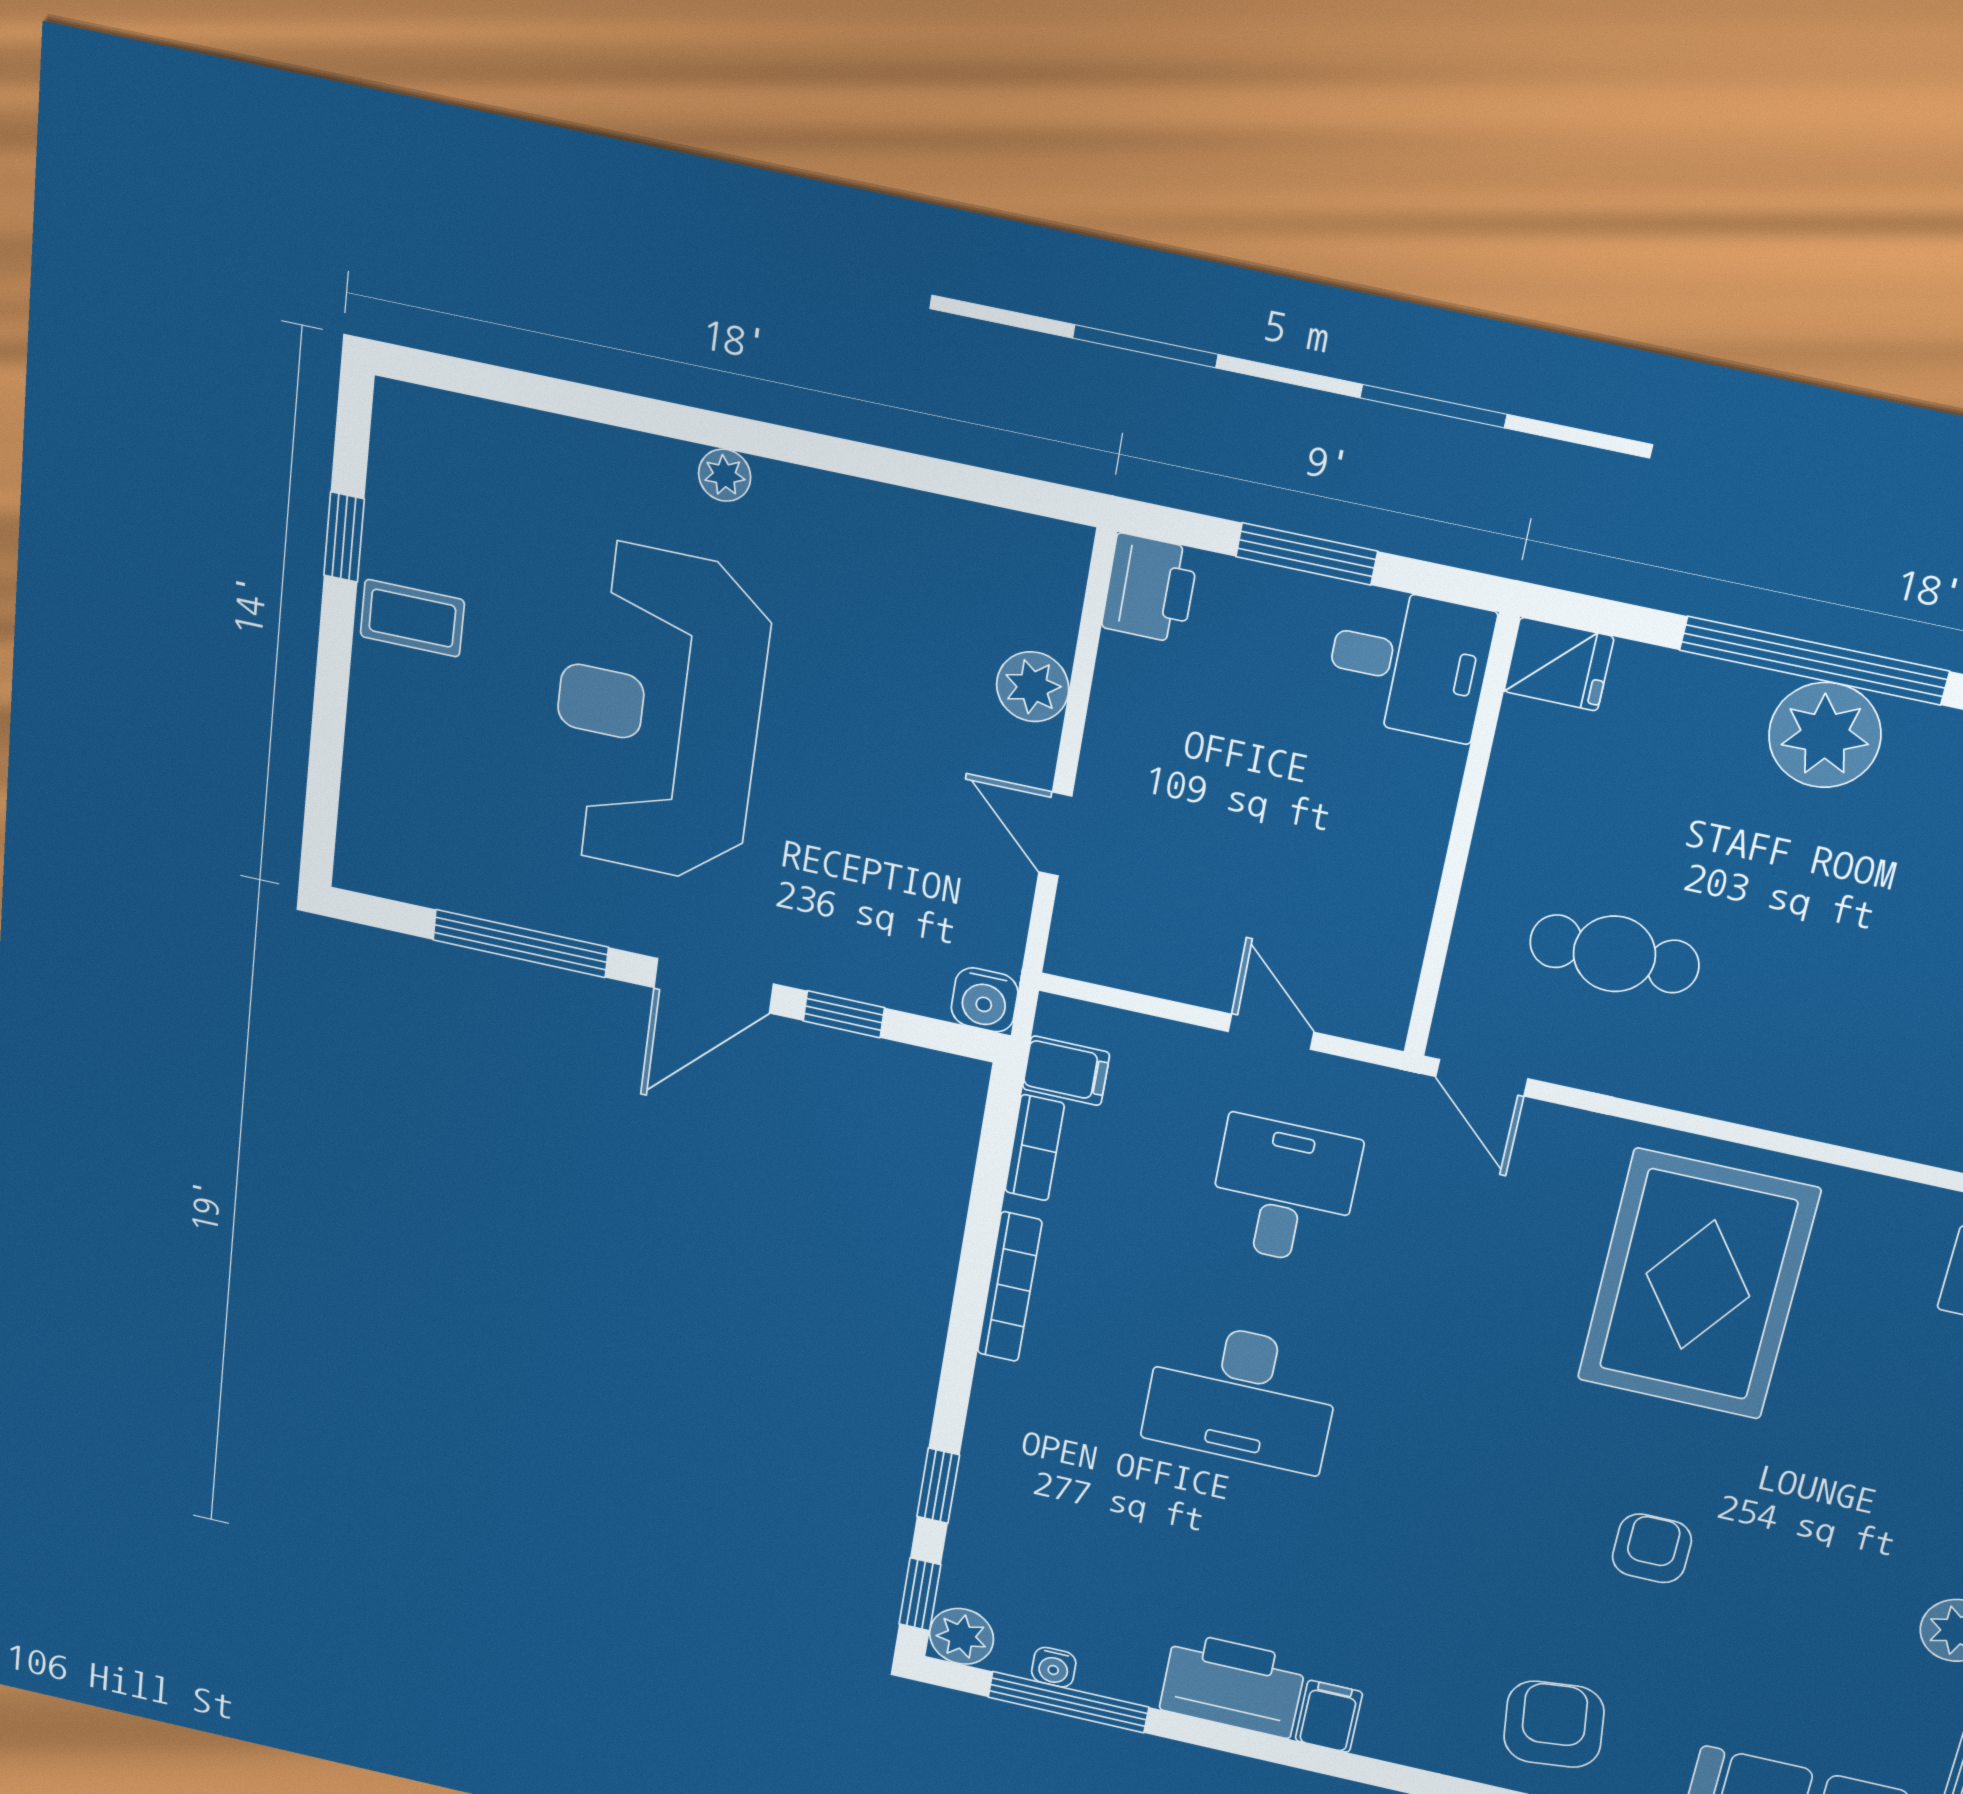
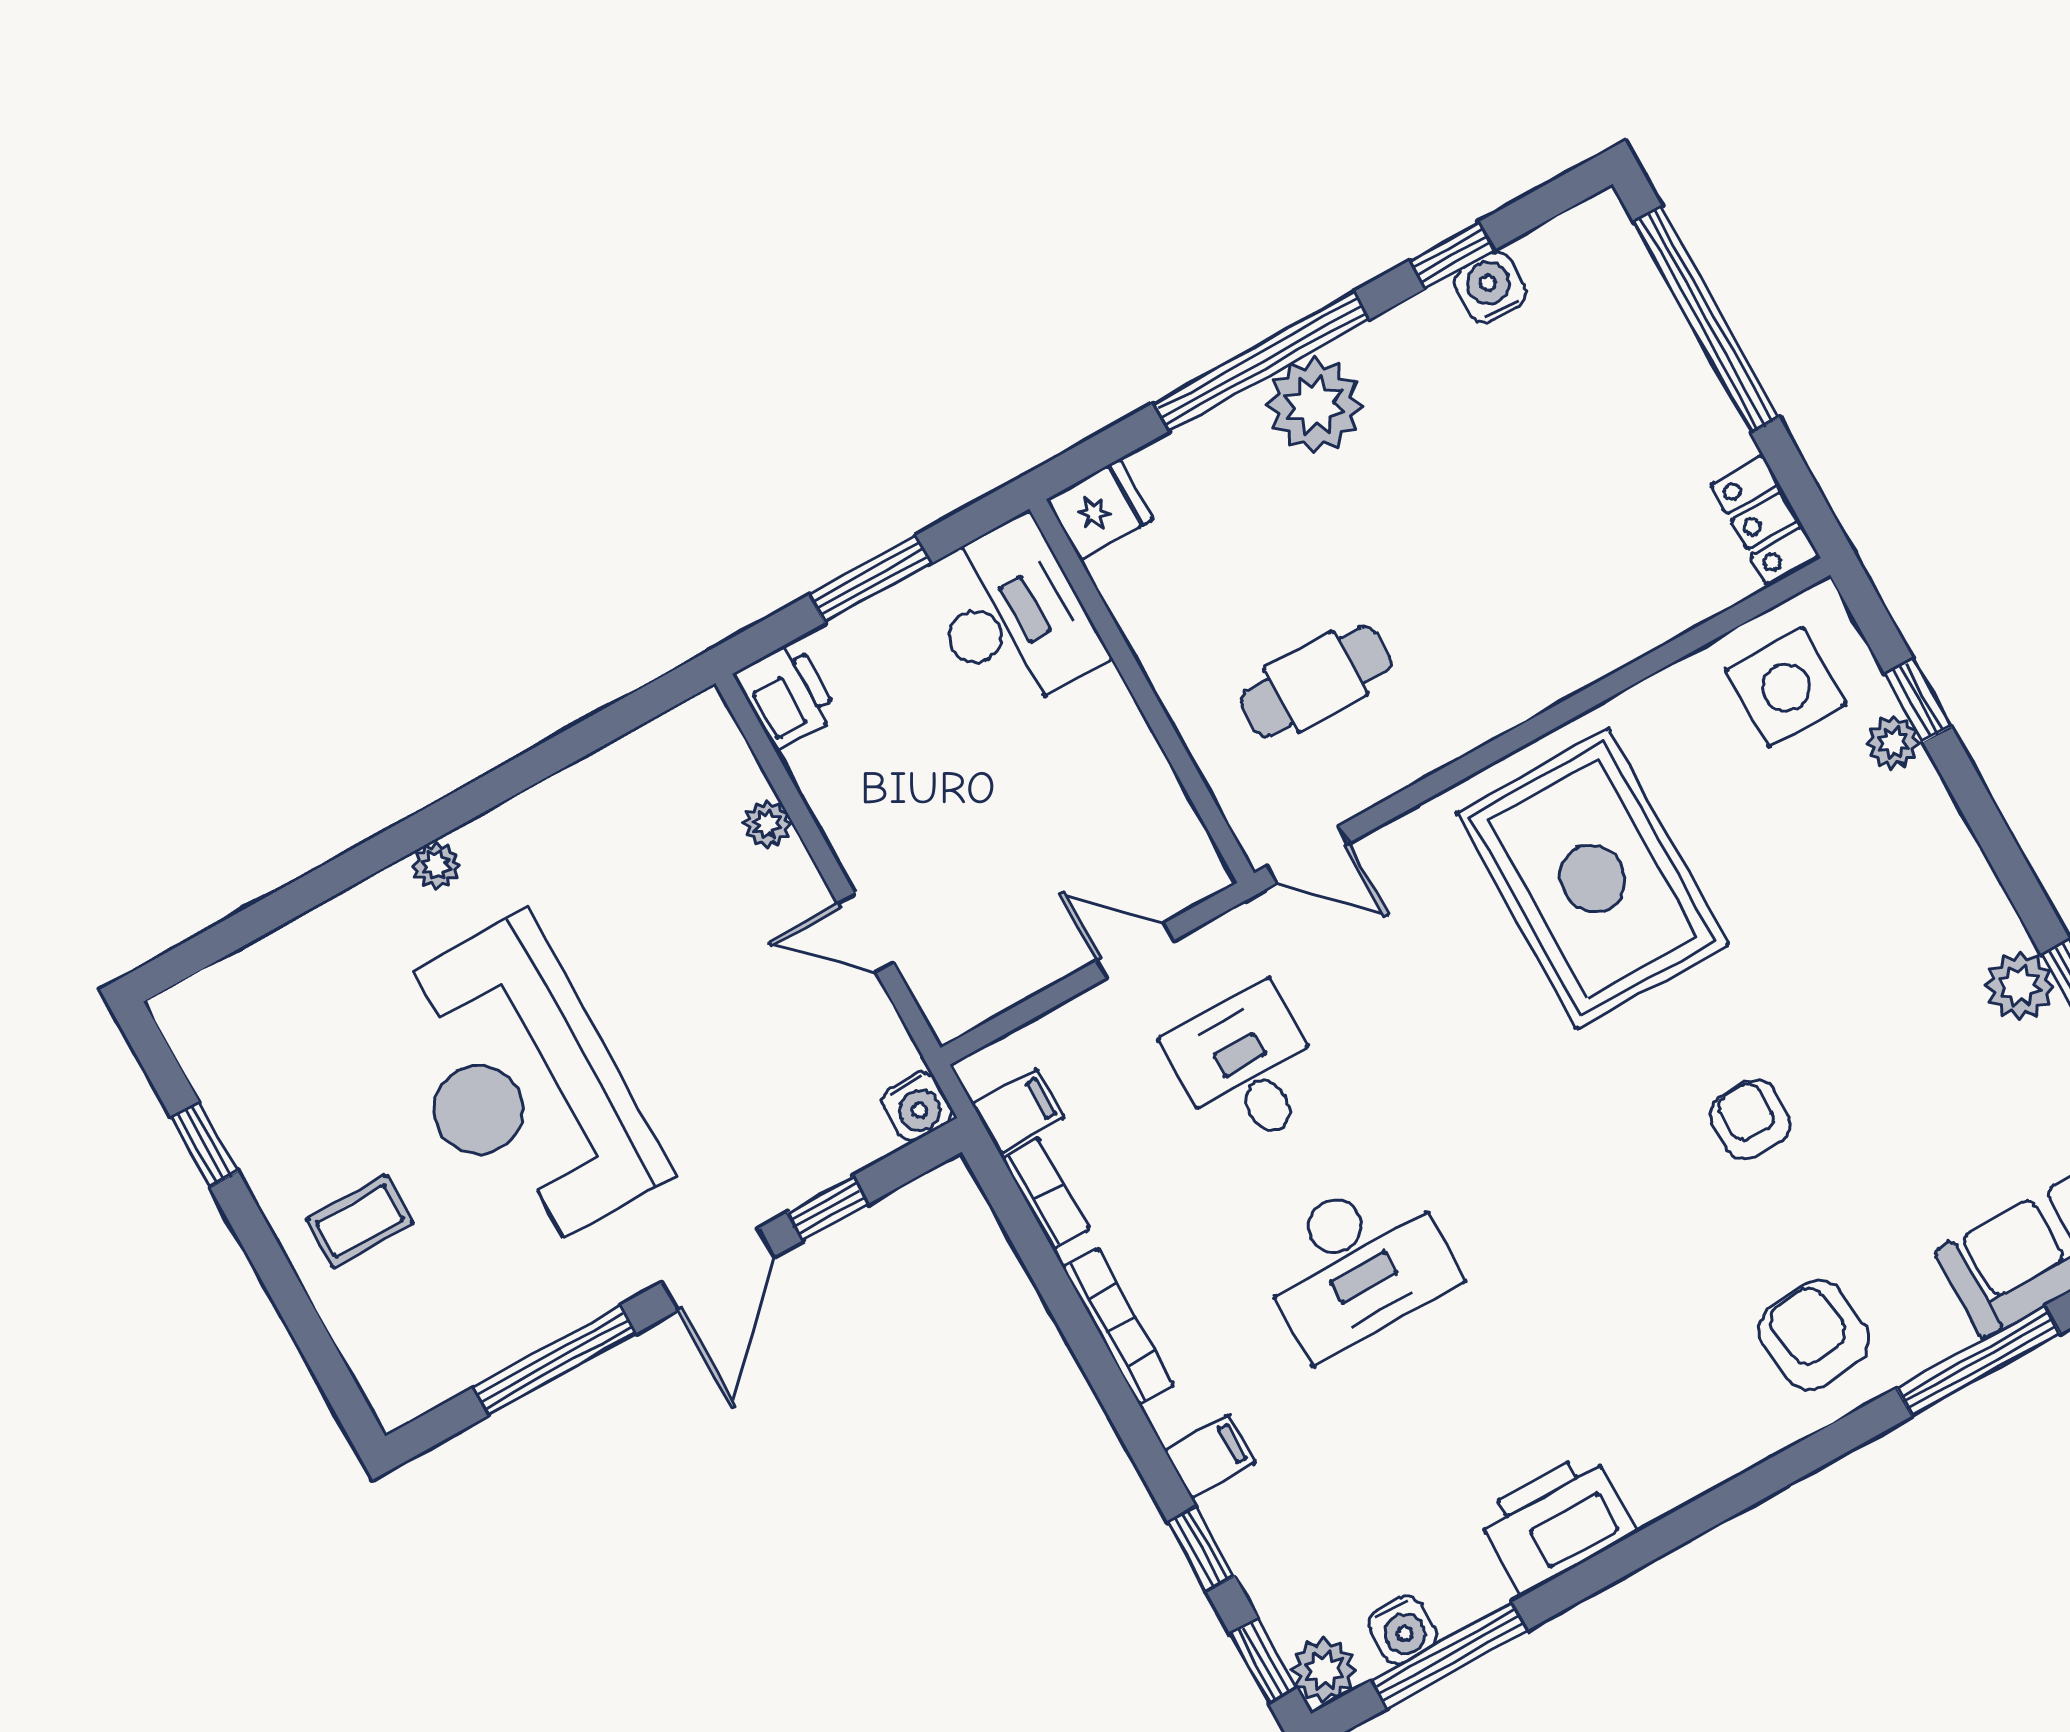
coffee table: (412, 618) -> (360, 1221), moved
desk: (1409, 663) -> (1012, 616), width x1.37
plant: (1033, 687) -> (767, 824), width x0.73, depth x0.73
water cooler: (1054, 1667) -> (1402, 1630), width x1.38, depth x1.38
filing cabinet: (1329, 1716) -> (1210, 1456), moved, turned 90

